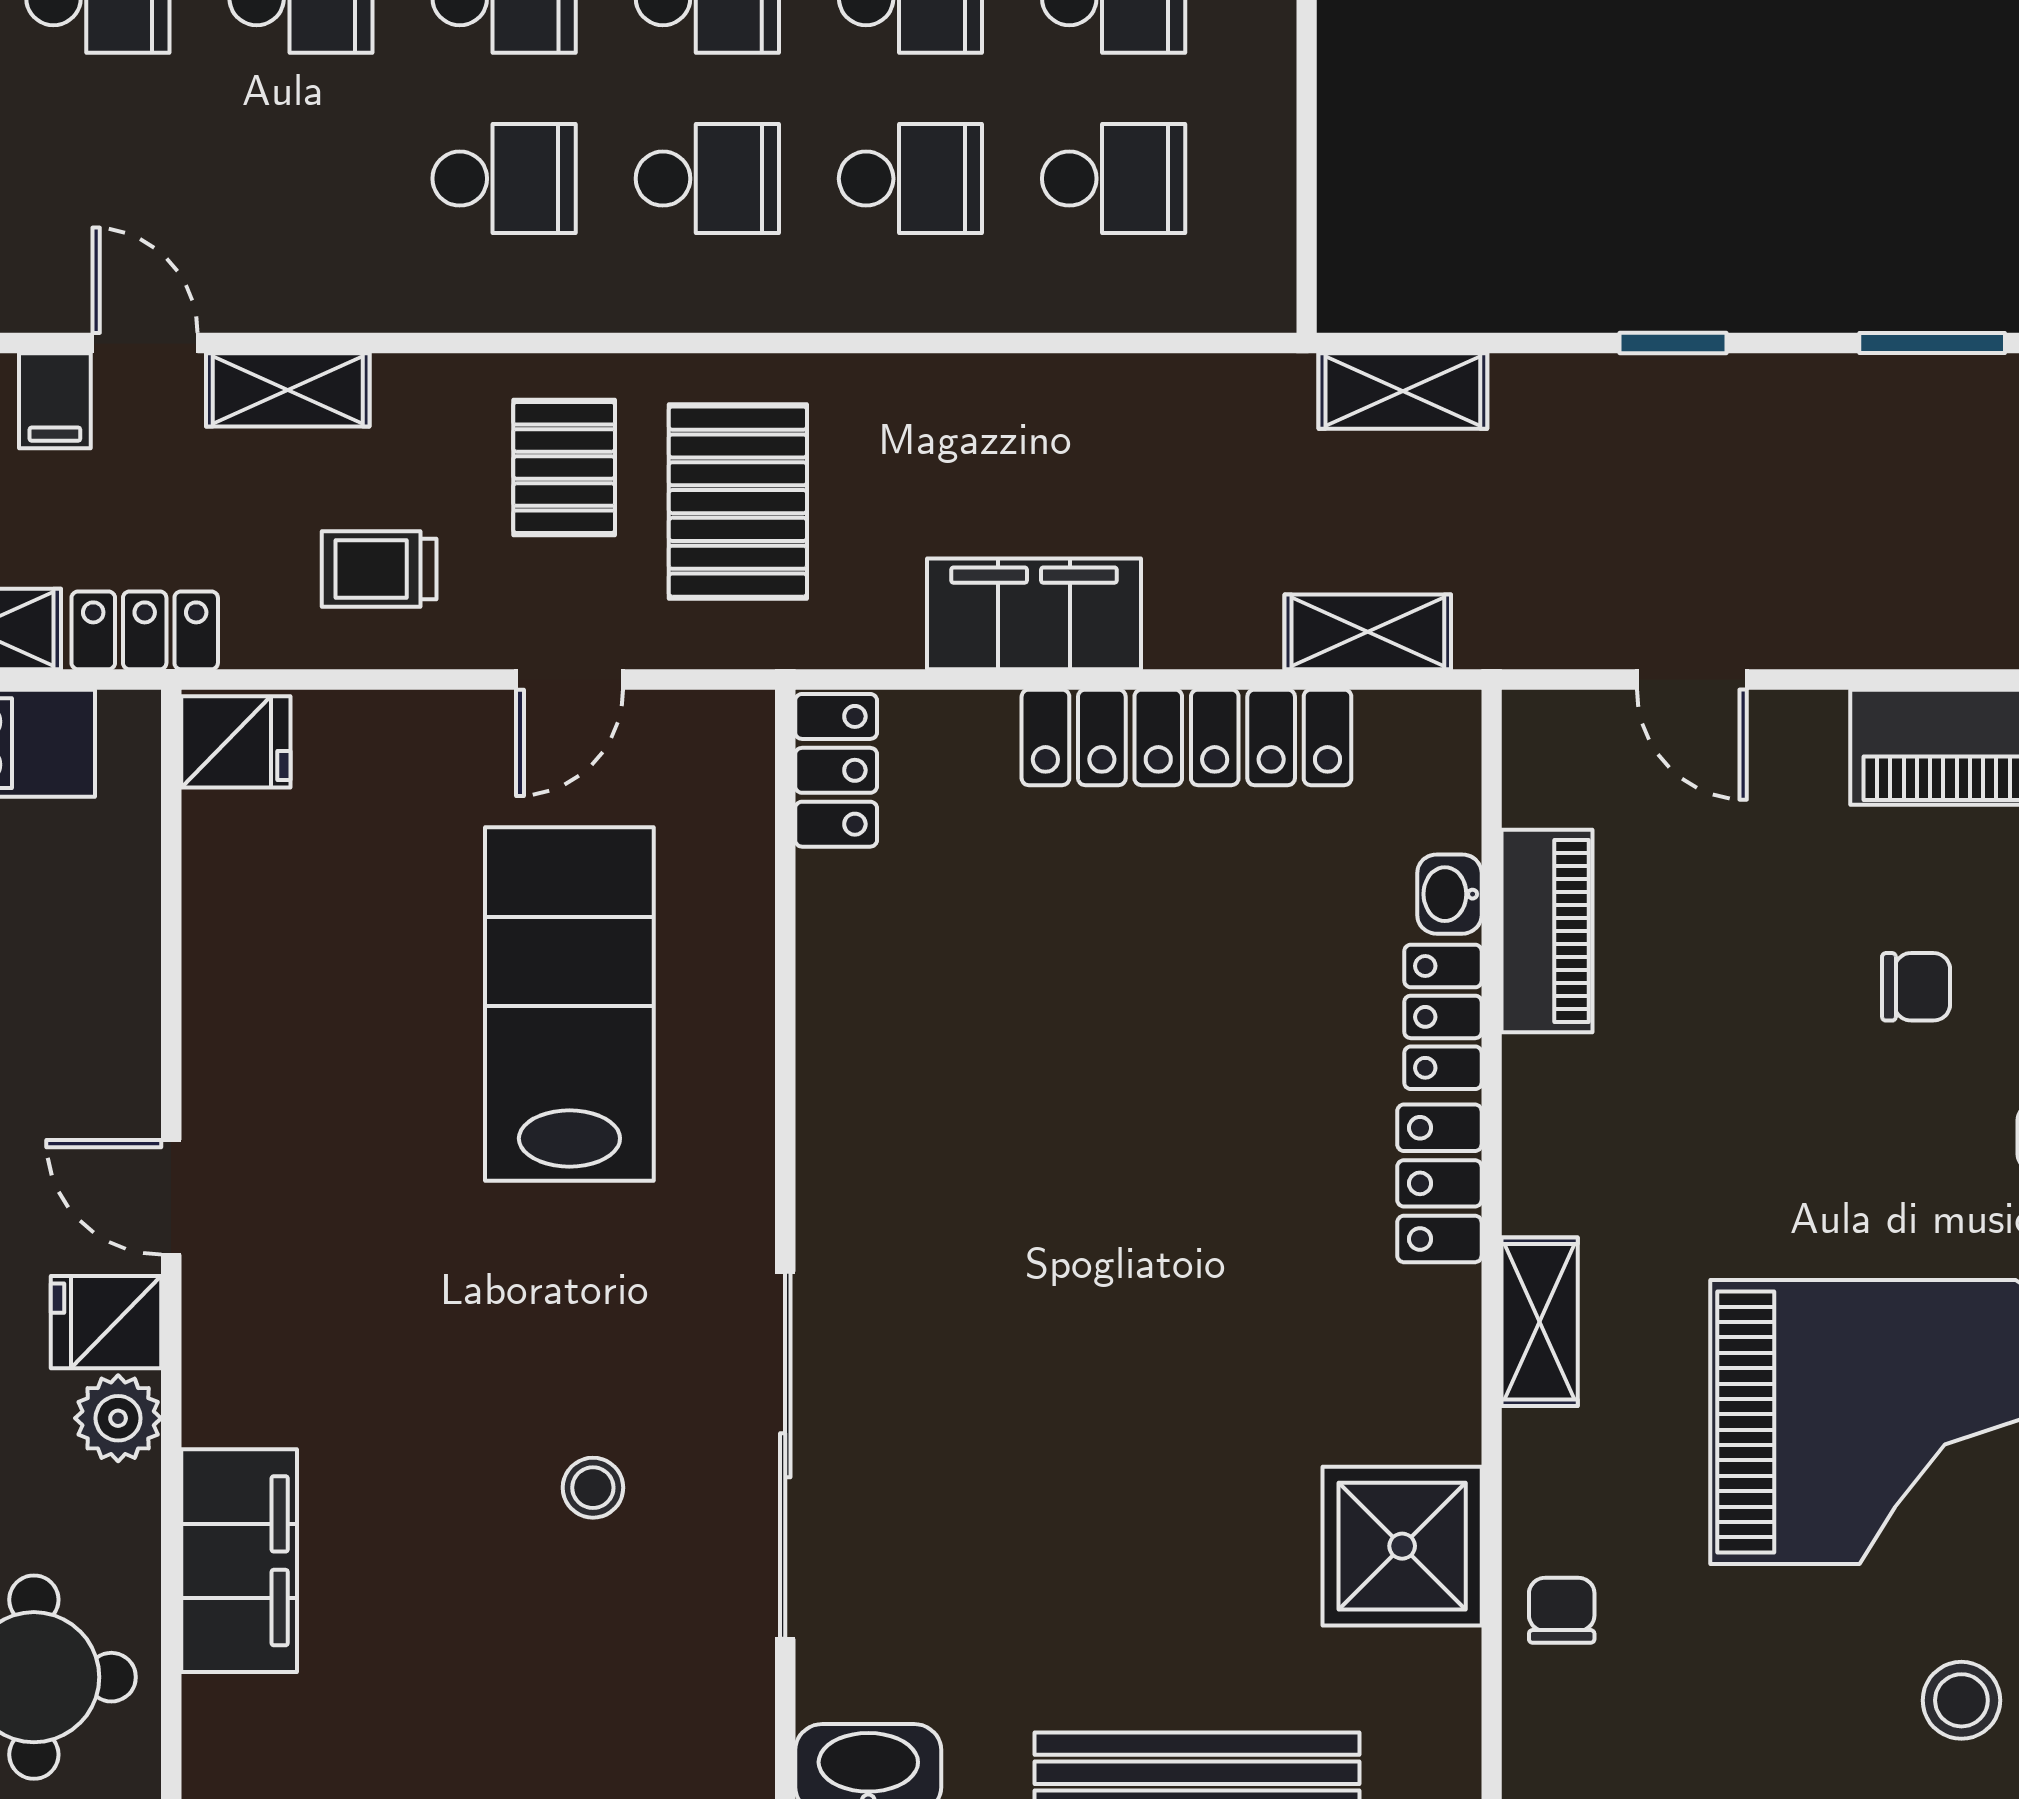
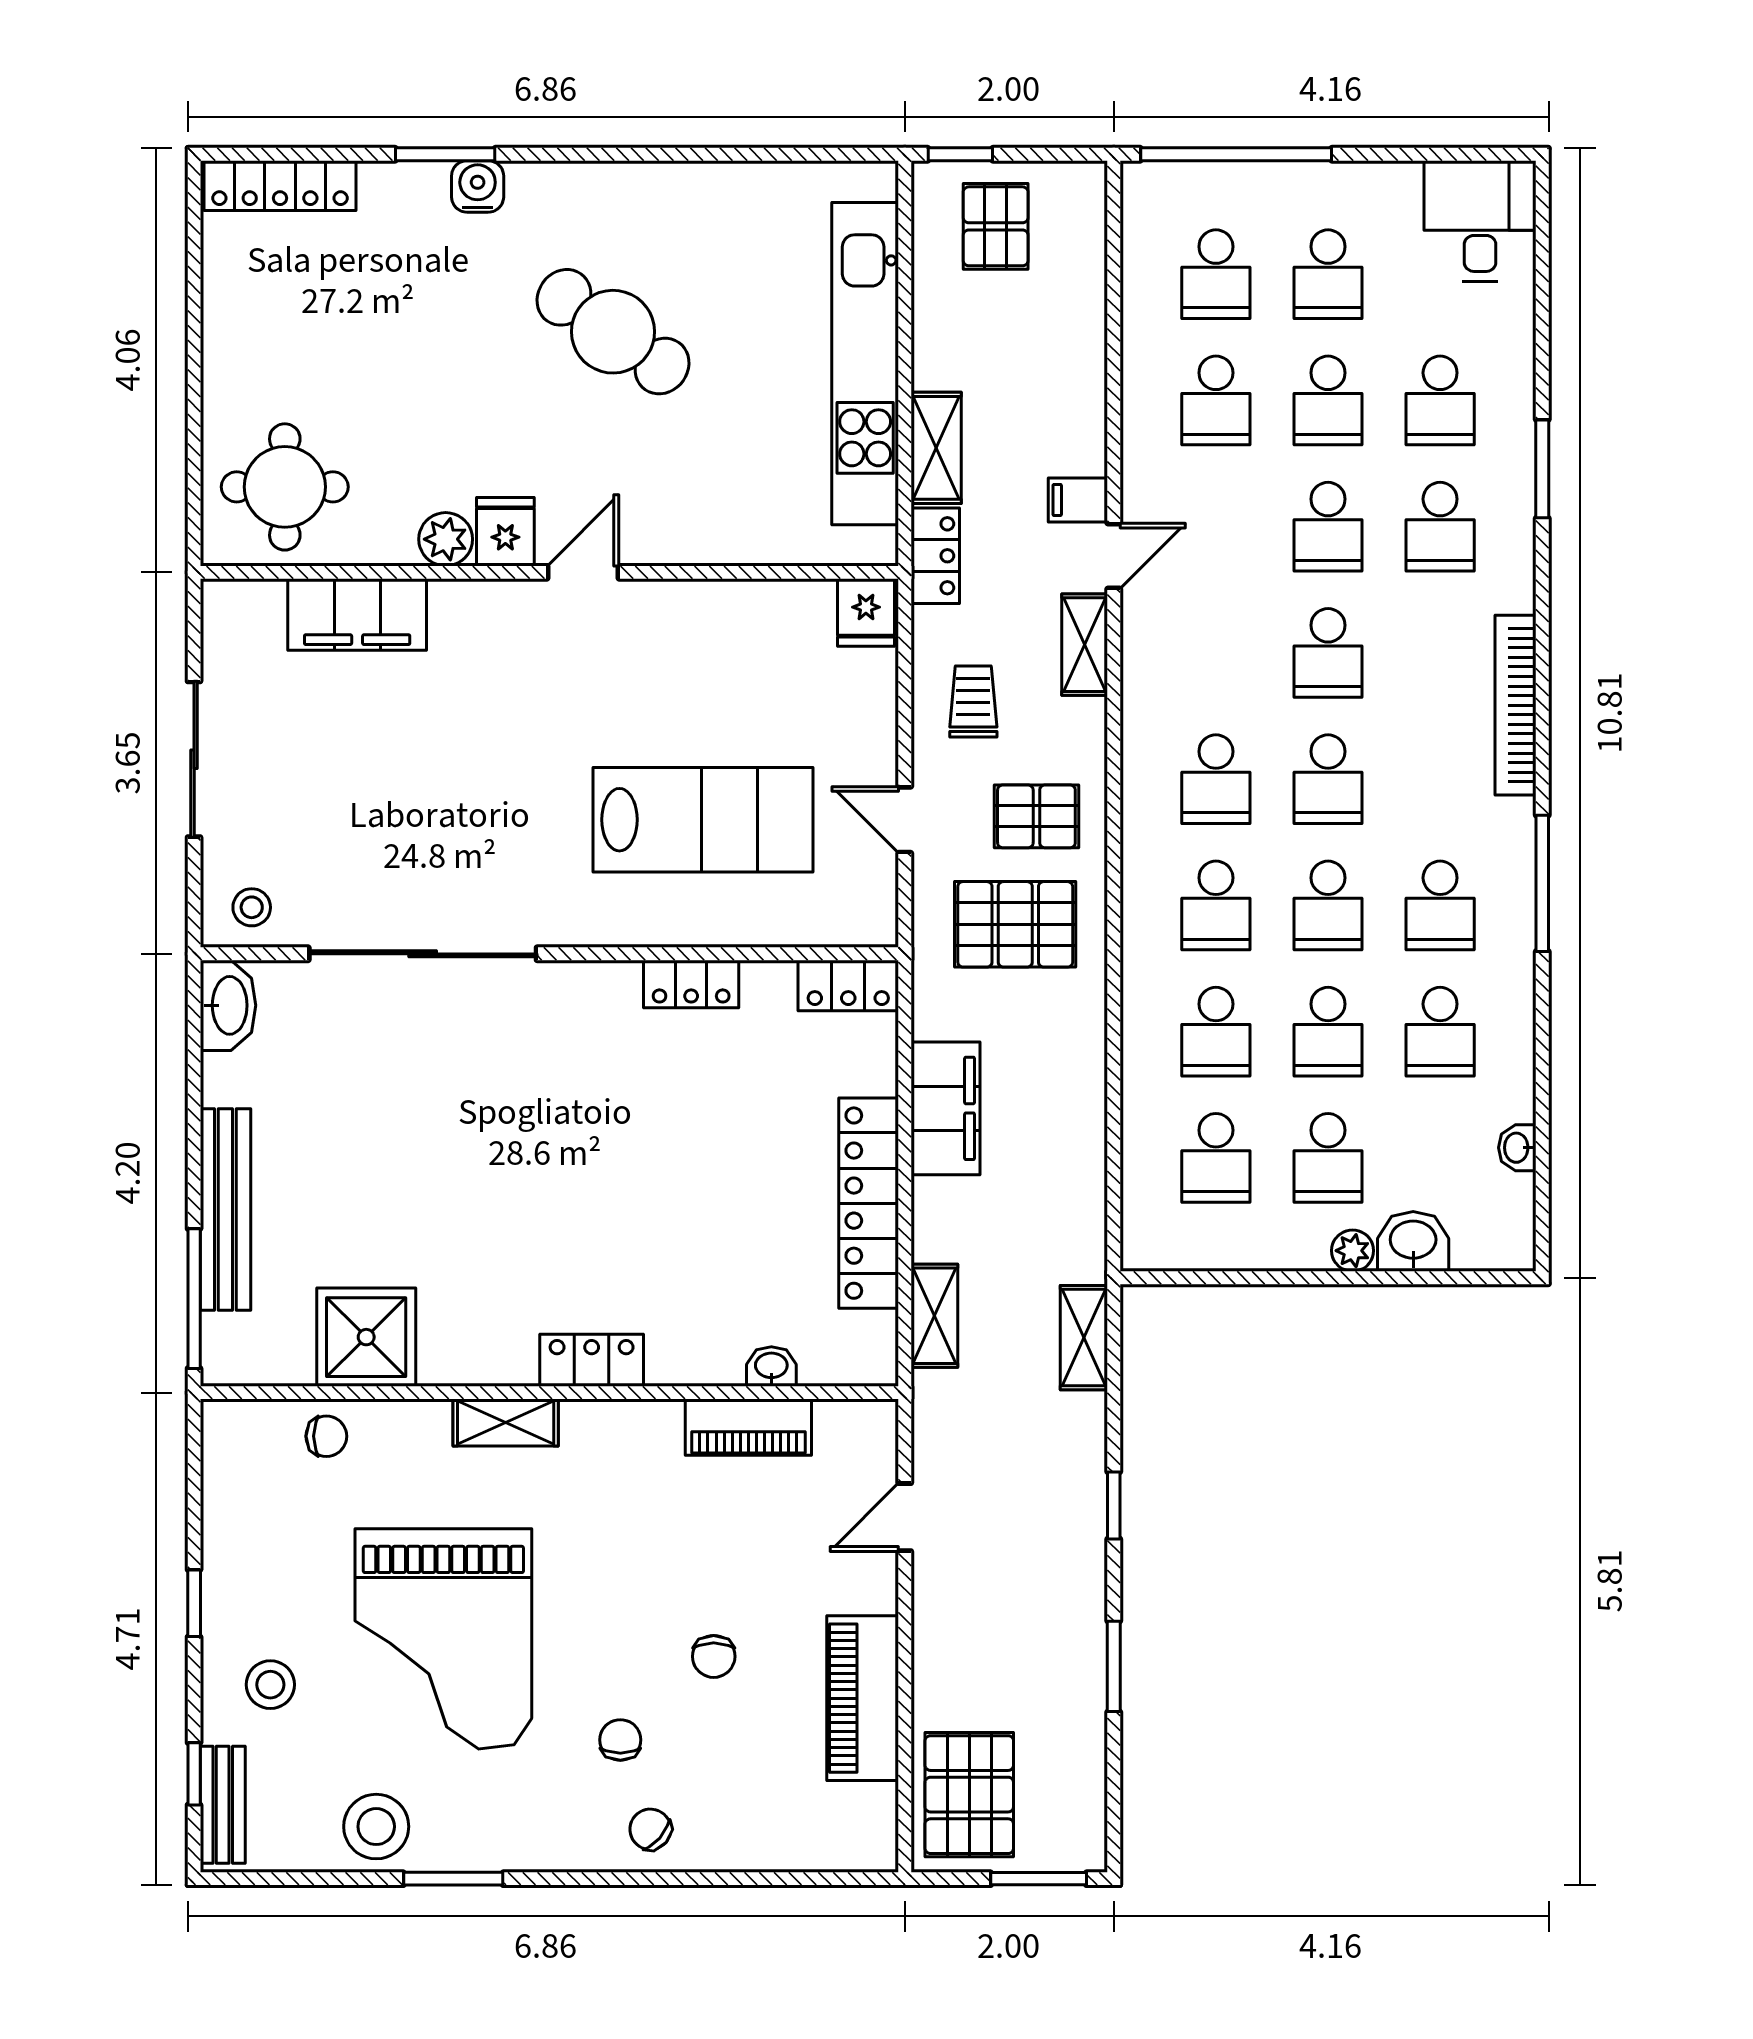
locker: (1443, 1017) -> (691, 984), moved, turned 180
stool: (593, 1488) -> (252, 907), moved

